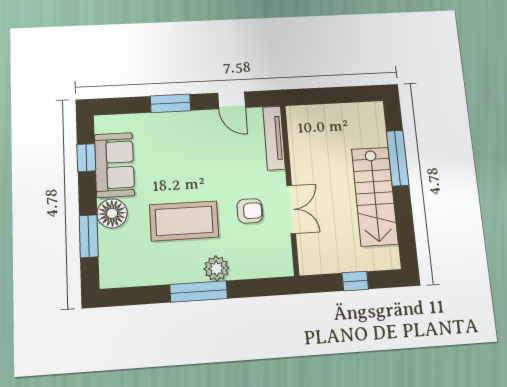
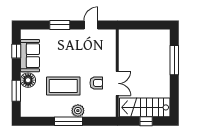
door: (232, 100) -> (91, 25), swing flipped
tv unit: (274, 138) -> (111, 46), removed
stairs: (375, 196) -> (145, 107), moved, turned 90

